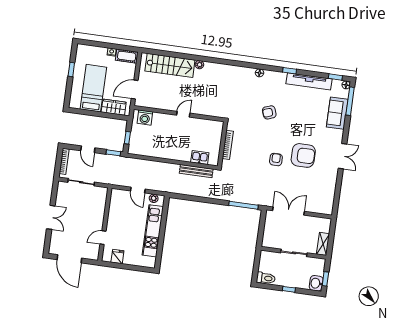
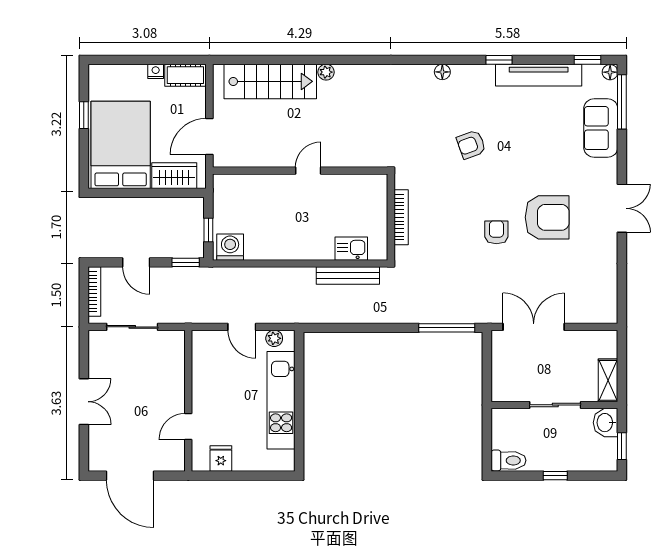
bed: (93, 88) -> (121, 145), width x1.50
washing machine: (145, 118) -> (230, 247), moved, turned 180
washbasin: (316, 283) -> (606, 423), moved

